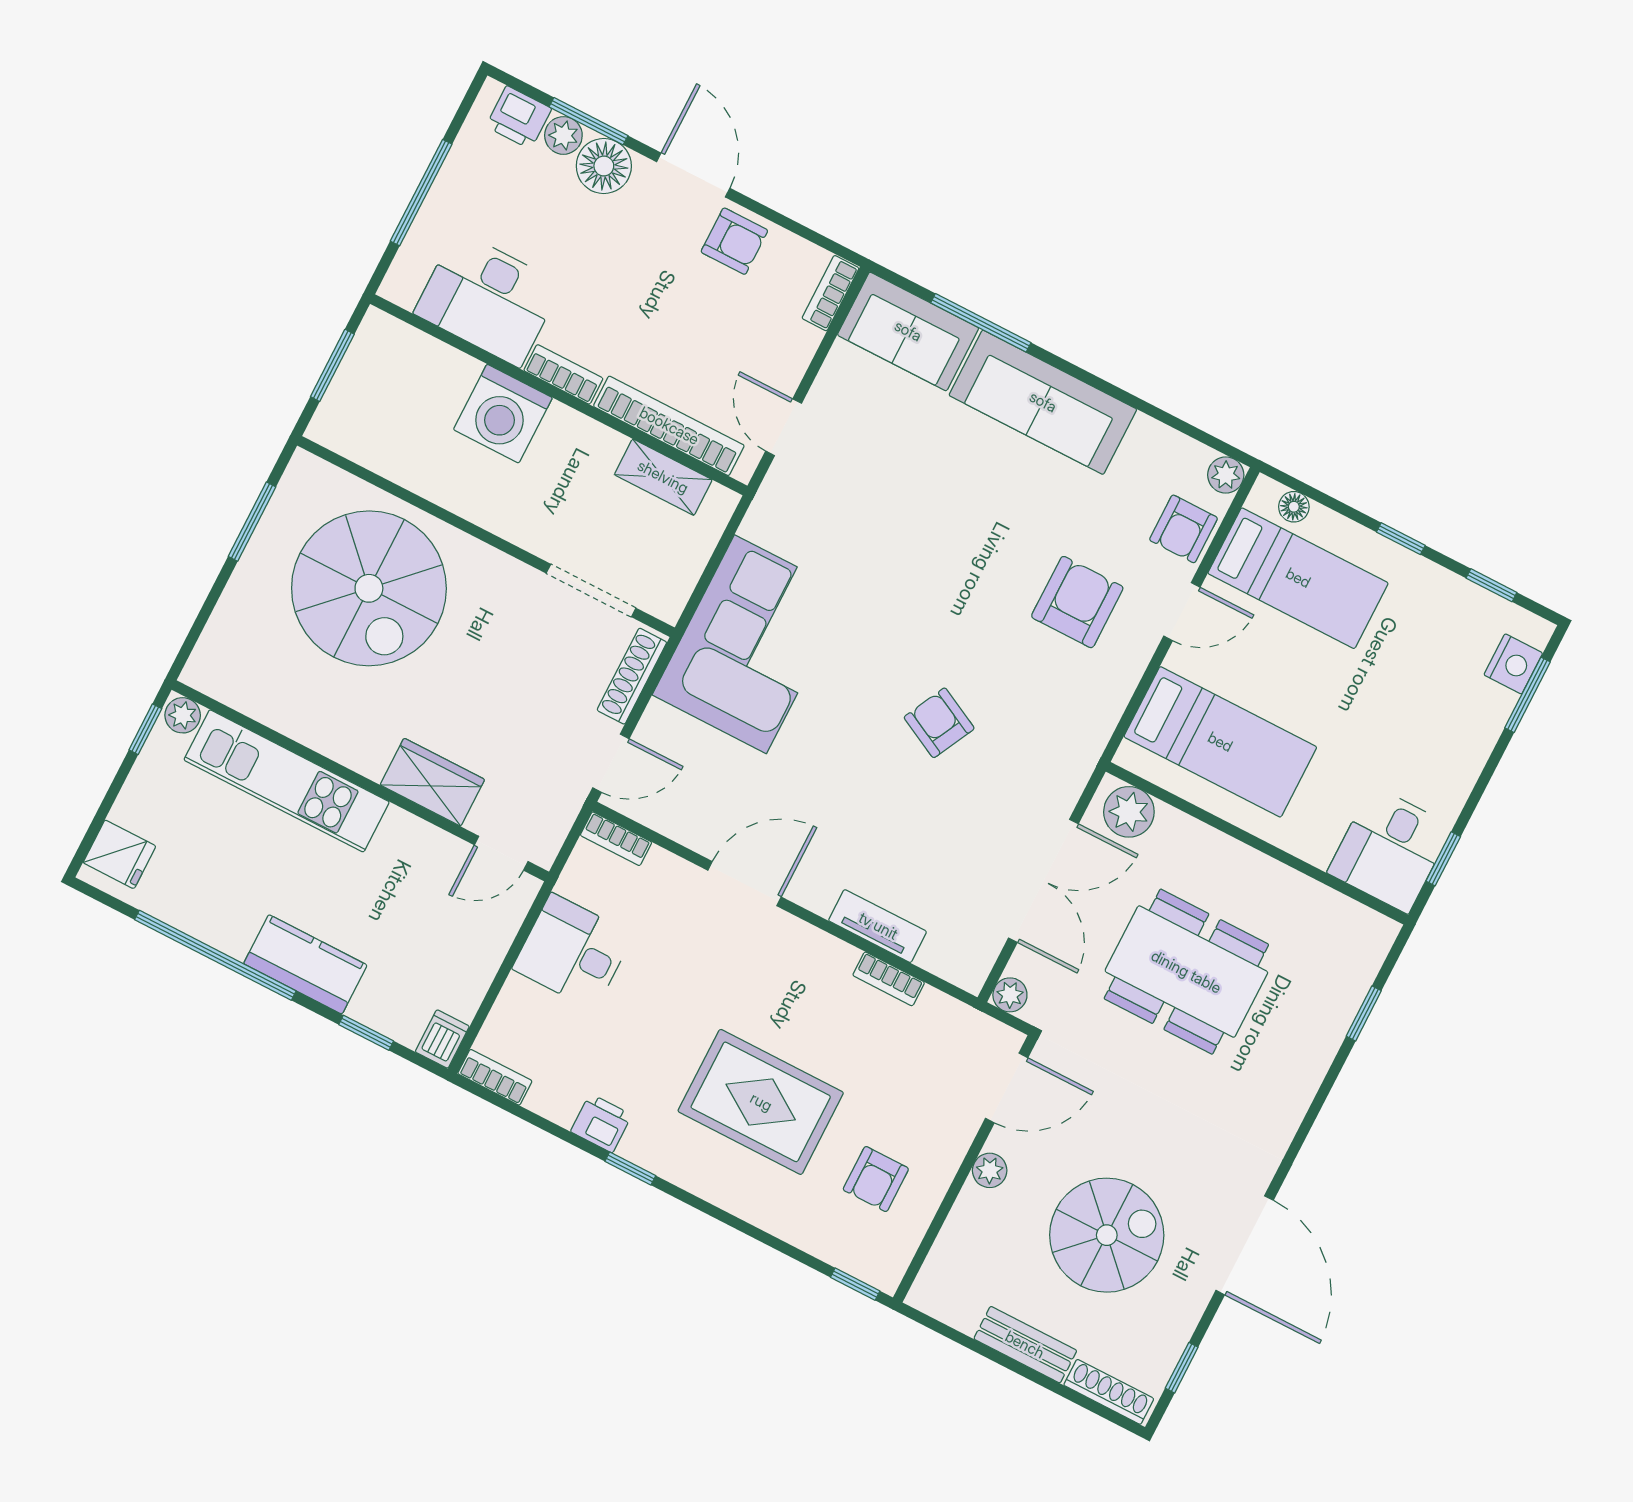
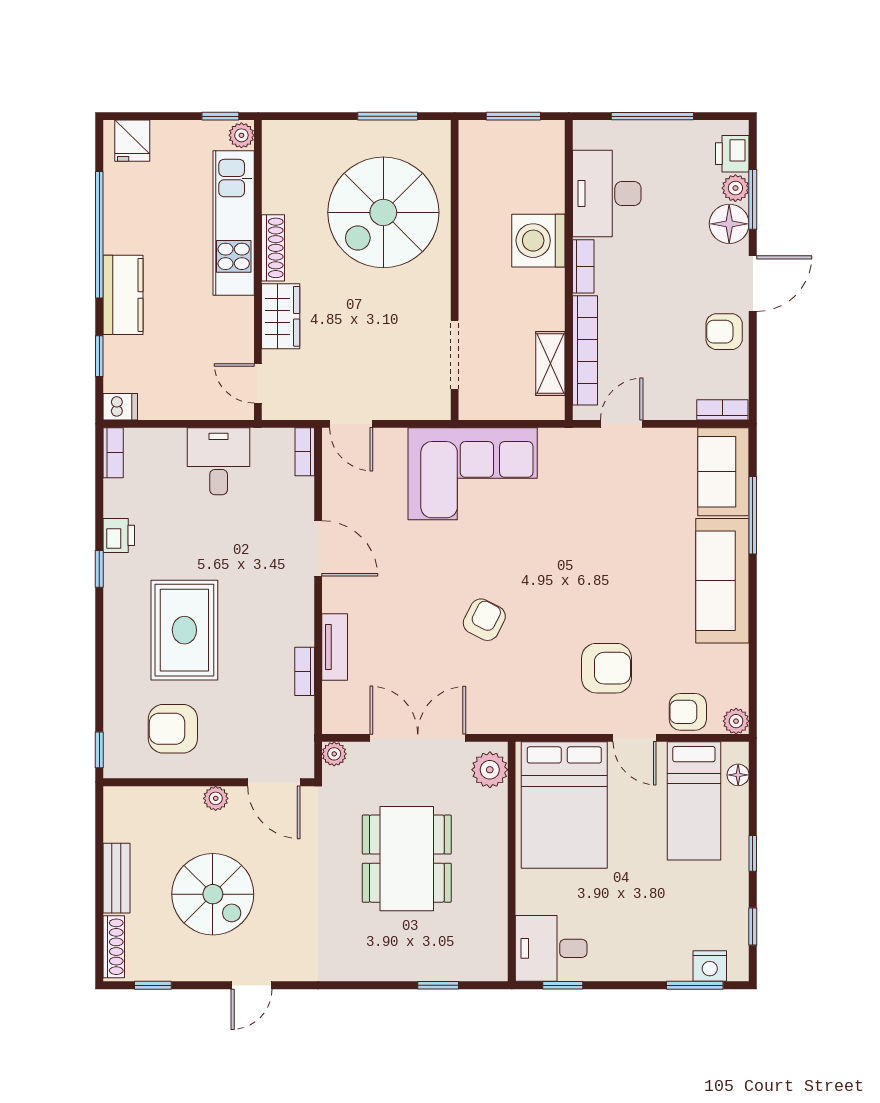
armchair: (734, 241) -> (724, 332), turned 90
shoe rack: (632, 676) -> (273, 248), moved, turned 90
bed: (1220, 742) -> (564, 805), width x1.50
double door: (1043, 881) -> (418, 738), swing flipped
armchair: (876, 1179) -> (173, 729), width x1.38, depth x1.38
door: (1245, 1245) -> (251, 985), width x0.53

